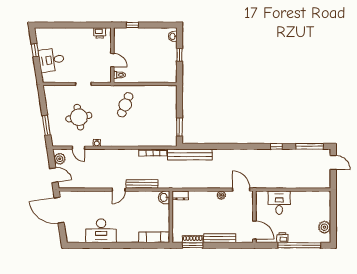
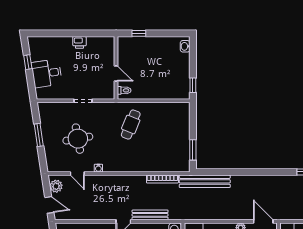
printer: (100, 33) -> (79, 42), moved
window: (179, 55) -> (193, 85), moved
window: (46, 125) -> (39, 135), moved

